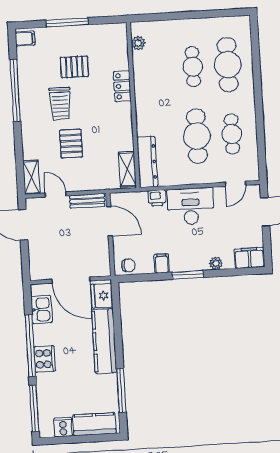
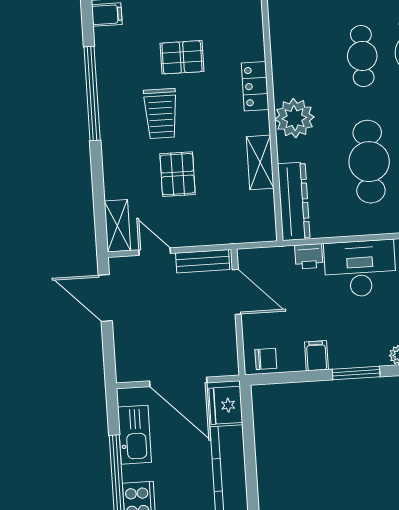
plant: (138, 43) -> (294, 118), moved, width x1.88, depth x1.88
shelving: (127, 169) -> (260, 162), moved
kitchen sink: (42, 309) -> (135, 435), width x1.38

